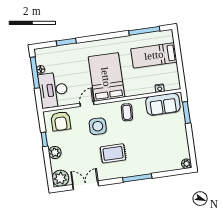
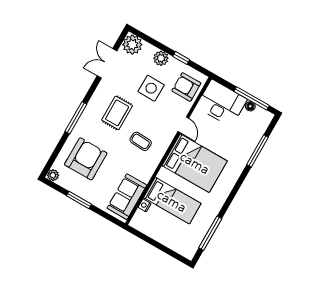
window: (66, 42) -> (257, 151), width x1.44
bed: (154, 55) -> (172, 201), moved, turned 90
coffee table: (127, 112) -> (141, 141), moved
window: (186, 112) -> (79, 200), moved
side table: (98, 126) -> (151, 88), moved
armchair: (159, 150) -> (86, 159), added
double door: (86, 185) -> (107, 63), swing flipped

